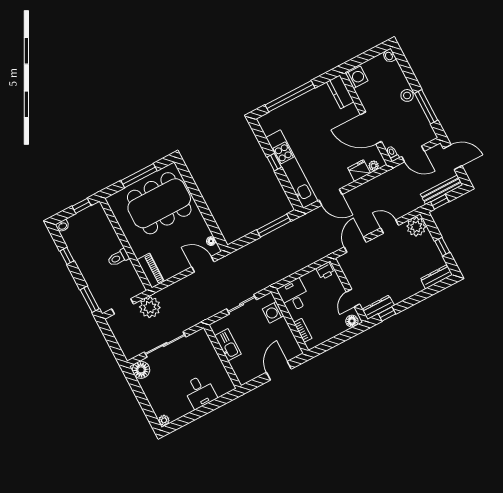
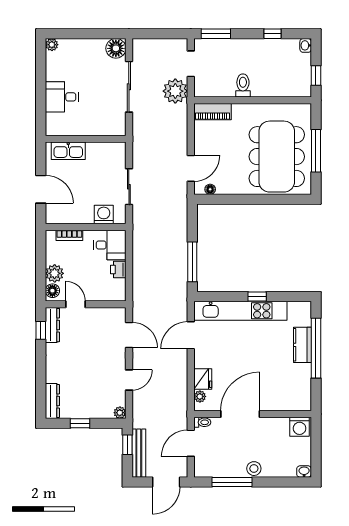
kitchen counter: (340, 92) -> (302, 345), moved, turned -90
plant: (416, 227) -> (120, 413), width x0.53, depth x0.53
printer: (325, 271) -> (118, 270), moved
plant: (338, 326) -> (55, 273), added
kitchen sink: (228, 345) -> (68, 151), moved

